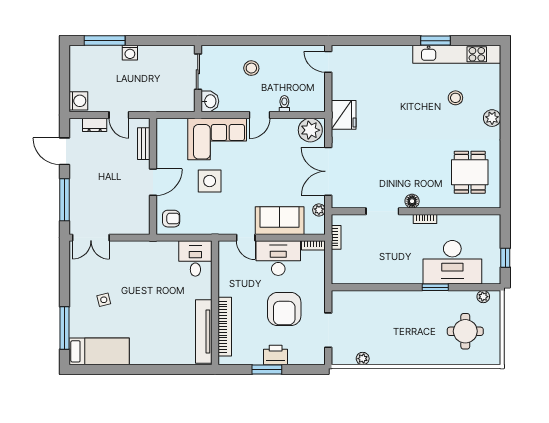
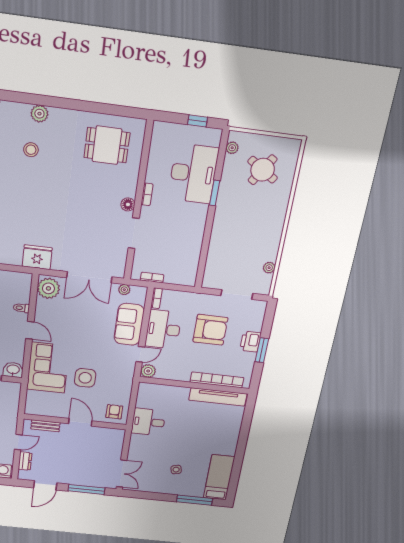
plant: (492, 118) -> (39, 114), moved
plant: (226, 249) -> (148, 371), added
desk: (195, 259) -> (148, 422), moved
round table: (465, 331) -> (263, 170), turned 33

